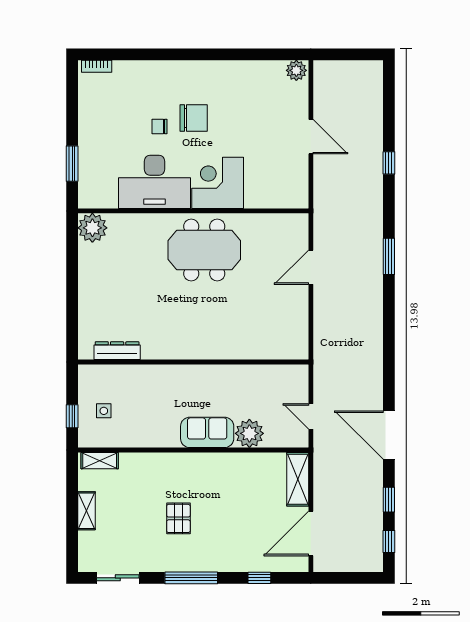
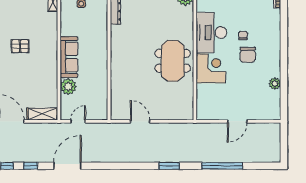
plant: (296, 70) -> (275, 84), moved
window: (389, 163) -> (222, 166), width x3.17
door: (311, 267) -> (140, 121), moved
sofa: (207, 432) -> (69, 57), width x1.36

